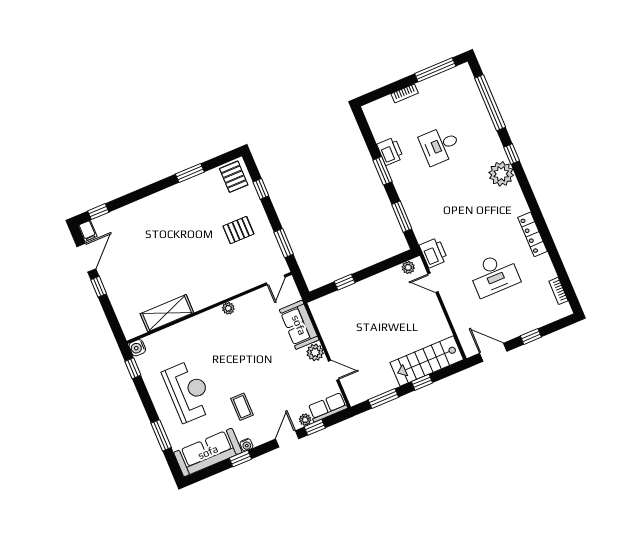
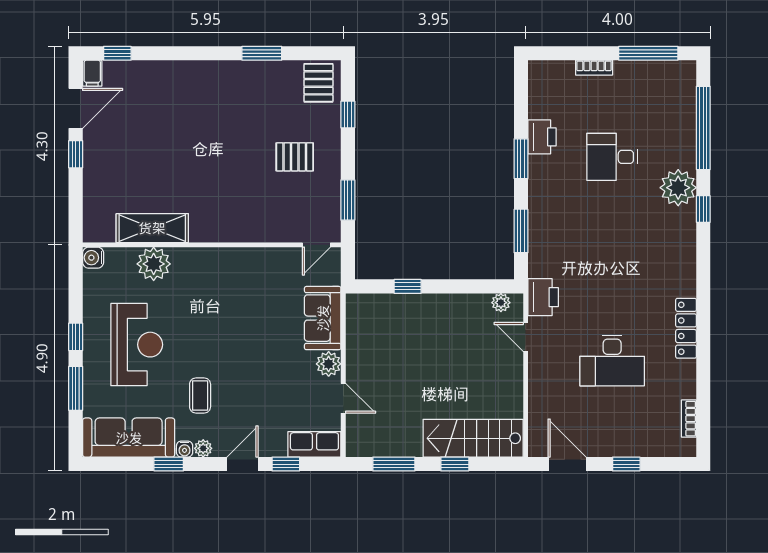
plant: (501, 174) -> (678, 188), moved
plant: (228, 308) -> (154, 264), moved, width x1.87, depth x1.87
window: (133, 368) -> (76, 337), moved
plant: (305, 420) -> (203, 448), moved

